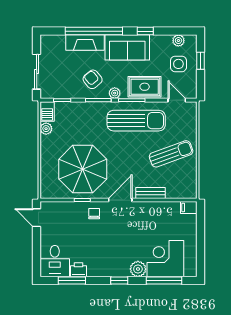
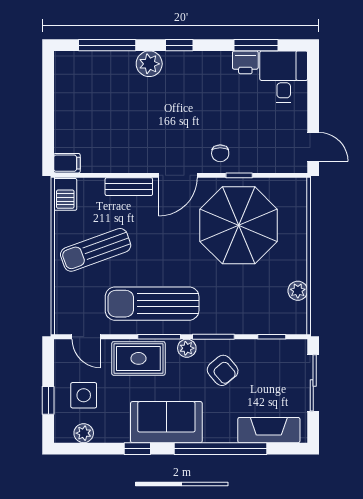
fireplace: (85, 42) -> (269, 430), moved
barbecue: (47, 112) -> (65, 194), moved, turned 180
corner desk: (165, 259) -> (105, 80), removed

